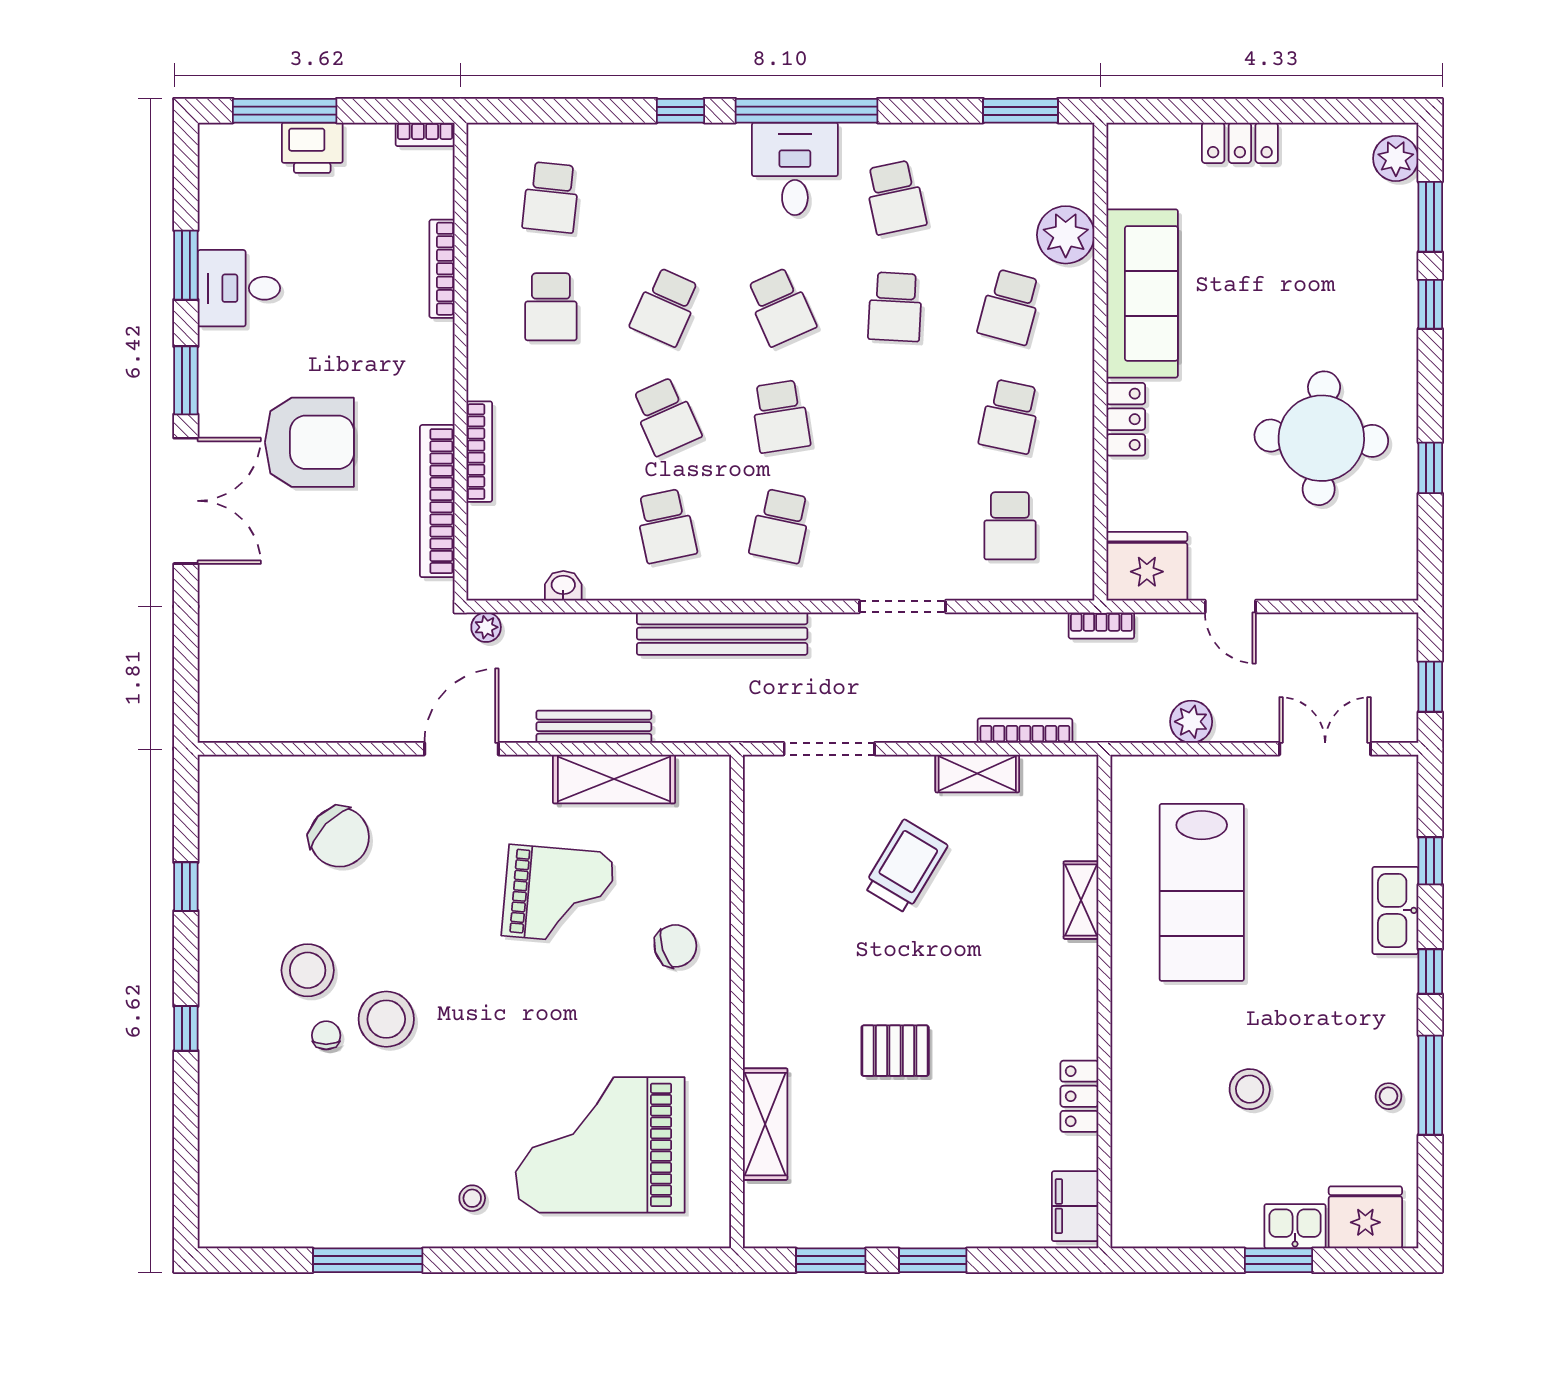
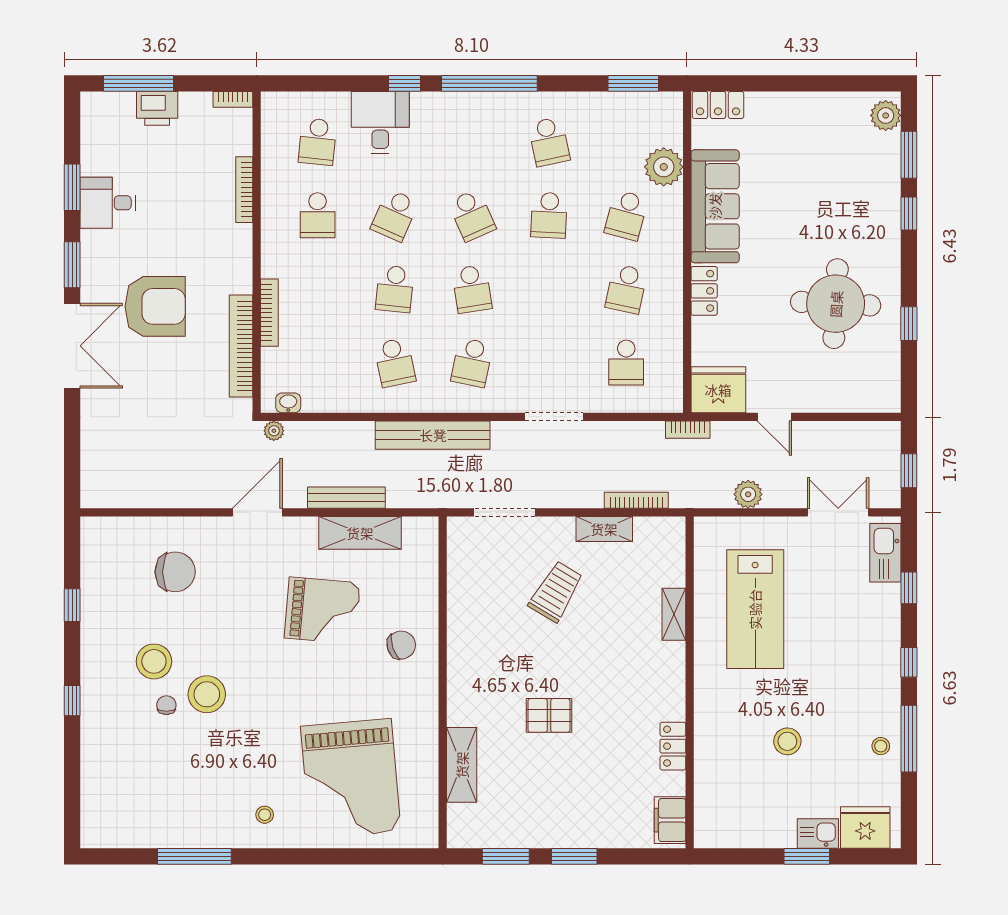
locker: (1240, 143) -> (718, 105), moved
desk: (795, 169) -> (380, 123), moved
school desk: (666, 416) -> (395, 289), turned 30
washbasin: (563, 586) -> (288, 403), moved
chair: (339, 837) -> (175, 572), turned -44
kitchen sink: (1395, 910) -> (885, 553), moved
grand piano: (600, 1145) -> (351, 779), turned -95

